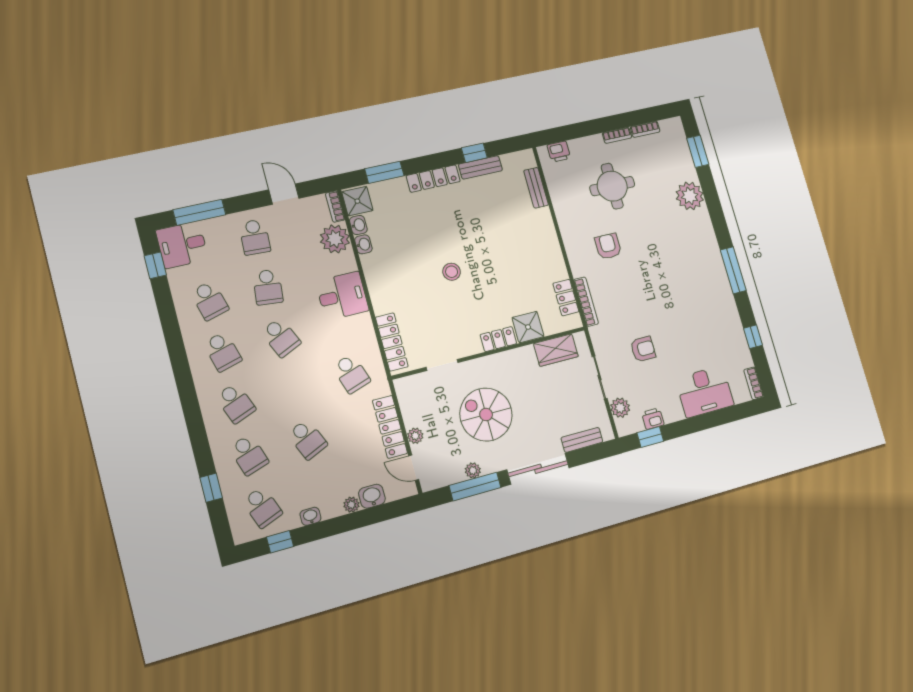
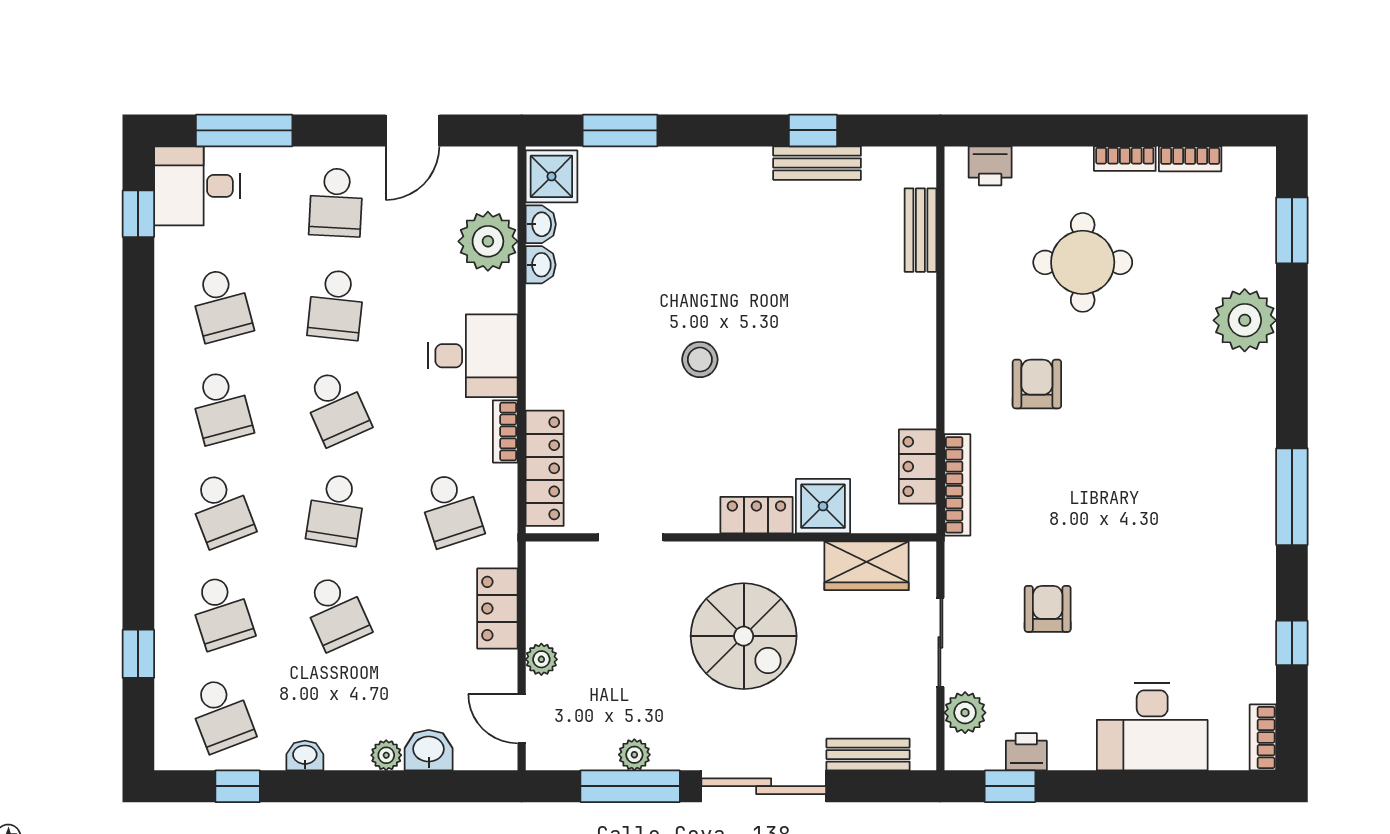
locker: (433, 179) -> (715, 165), removed
door: (284, 194) -> (412, 130), swing flipped
bookcase: (335, 207) -> (505, 431), moved
armchair: (643, 349) -> (1048, 609), turned -90
school desk: (294, 388) -> (336, 510), added
spiral stairs: (486, 414) -> (744, 636), moved, turned 180
locker: (390, 427) -> (497, 608), width x0.66

